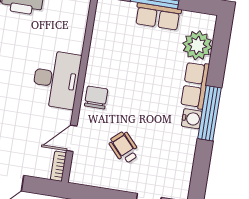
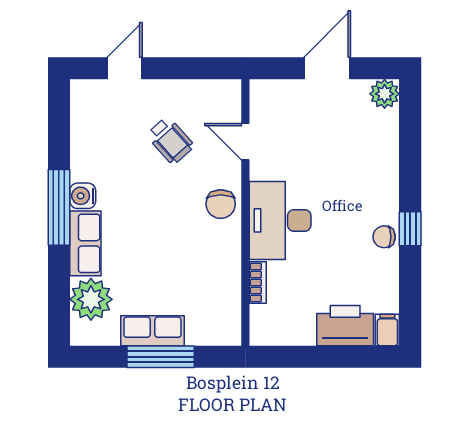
door: (72, 138) -> (245, 142), swing flipped
bookcase: (58, 166) -> (258, 283), moved

